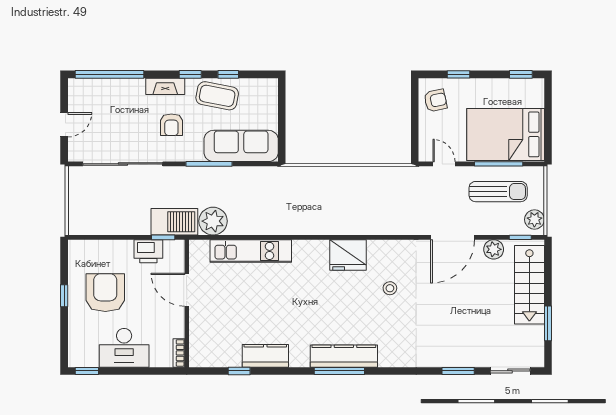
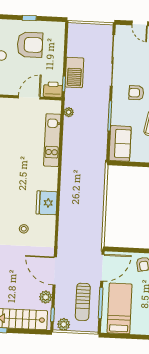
bed: (506, 134) -> (120, 308), width x0.67
sofa: (241, 146) -> (120, 143), width x0.73
door: (444, 164) -> (102, 268), width x1.87
plant: (213, 221) -> (69, 112), width x0.53, depth x0.53
barbecue: (174, 222) -> (74, 73), moved
printer: (148, 251) -> (53, 90), moved, turned 90

